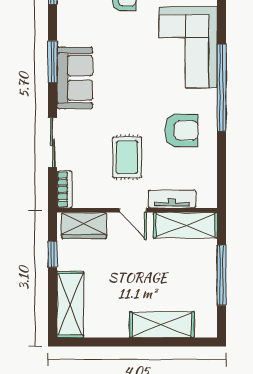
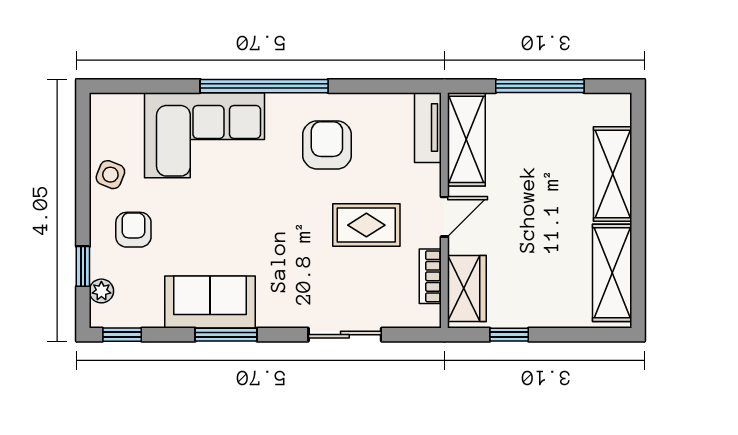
sofa: (75, 78) -> (210, 302), moved
bookcase: (64, 189) -> (430, 276), moved, turned -90
tv unit: (172, 199) -> (428, 128), moved
shelving: (70, 304) -> (612, 273), moved, turned 90

